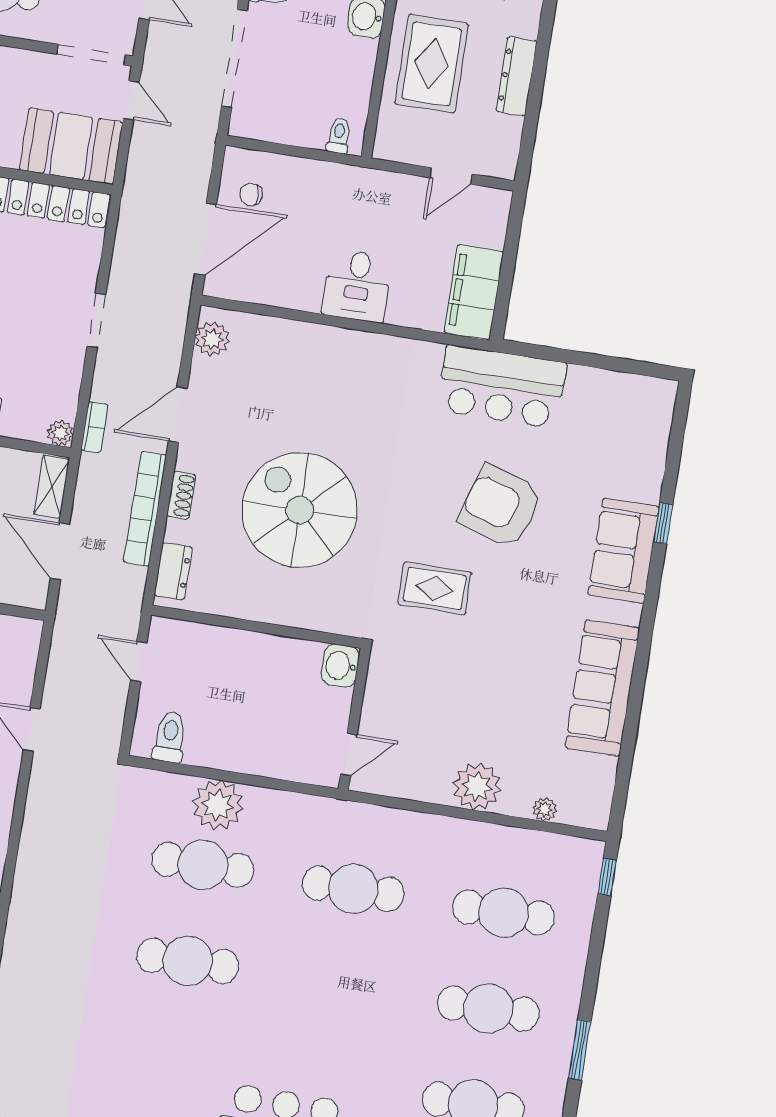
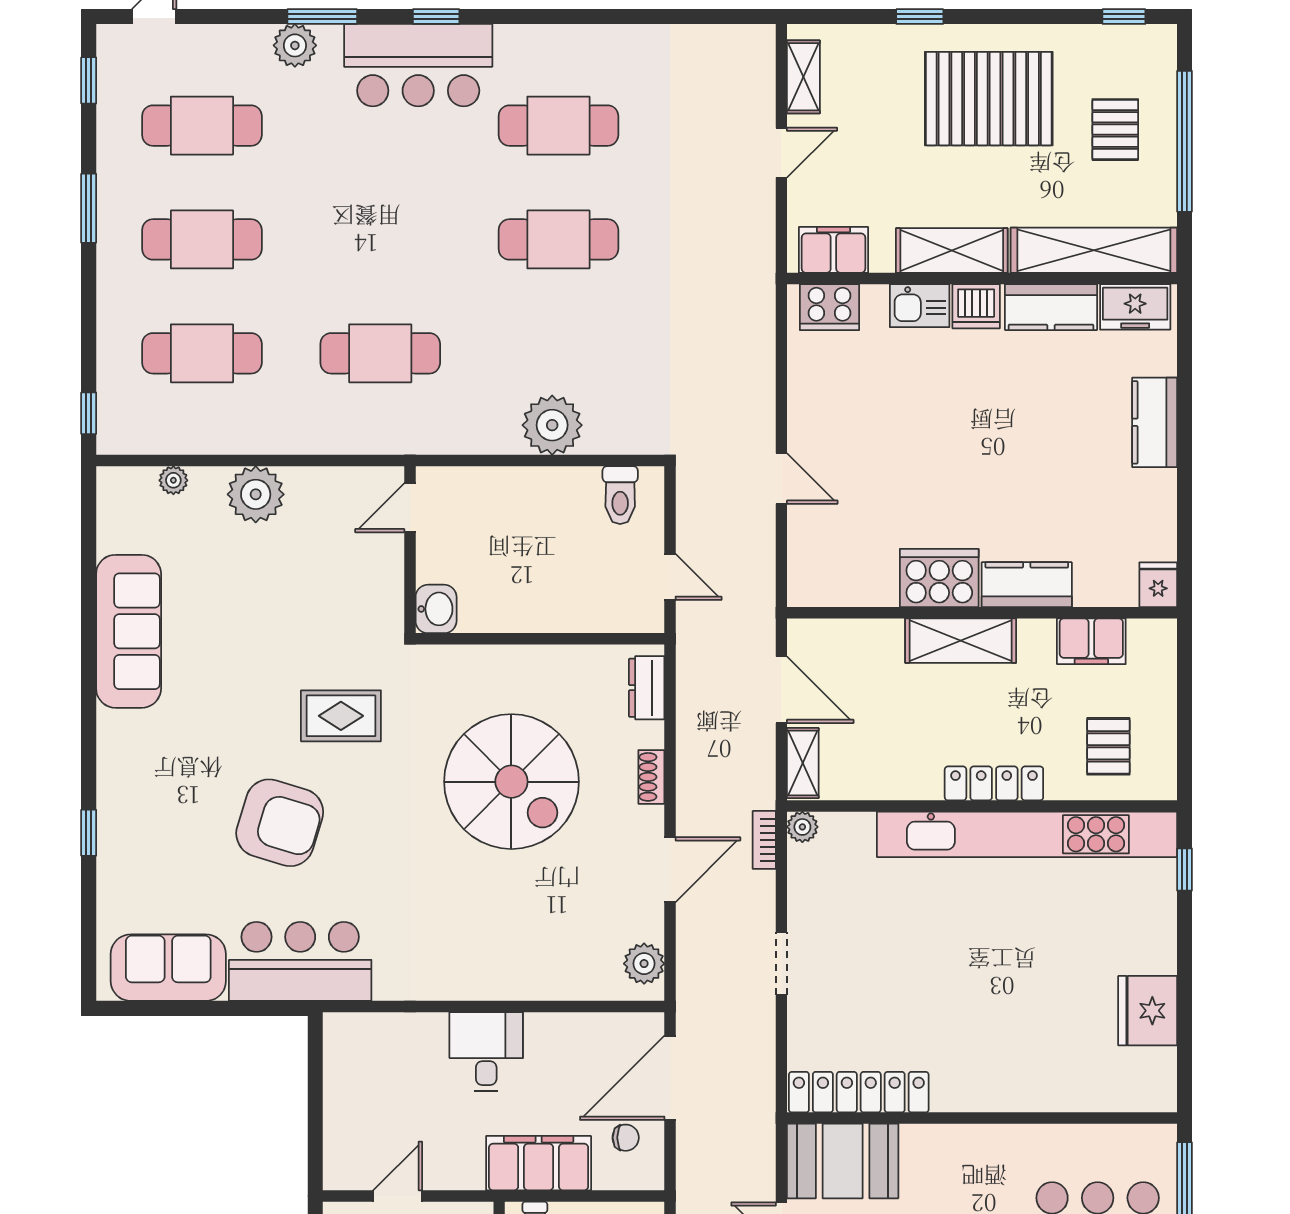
filing cabinet: (474, 292) -> (539, 1163), moved, turned -90
bookcase: (145, 509) -> (691, 755), removed
sofa: (624, 551) -> (168, 968), moved, turned -90
cafe table: (203, 865) -> (558, 126), moved

